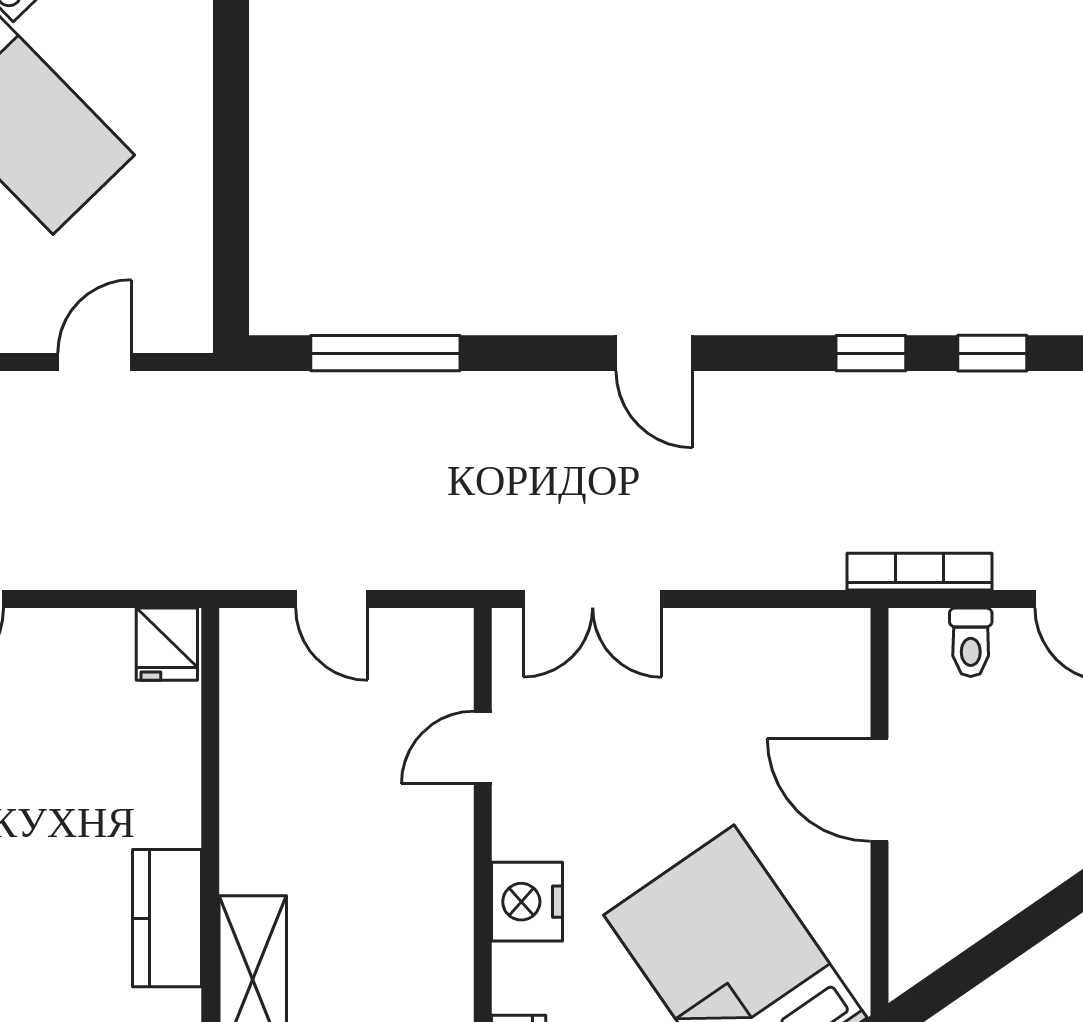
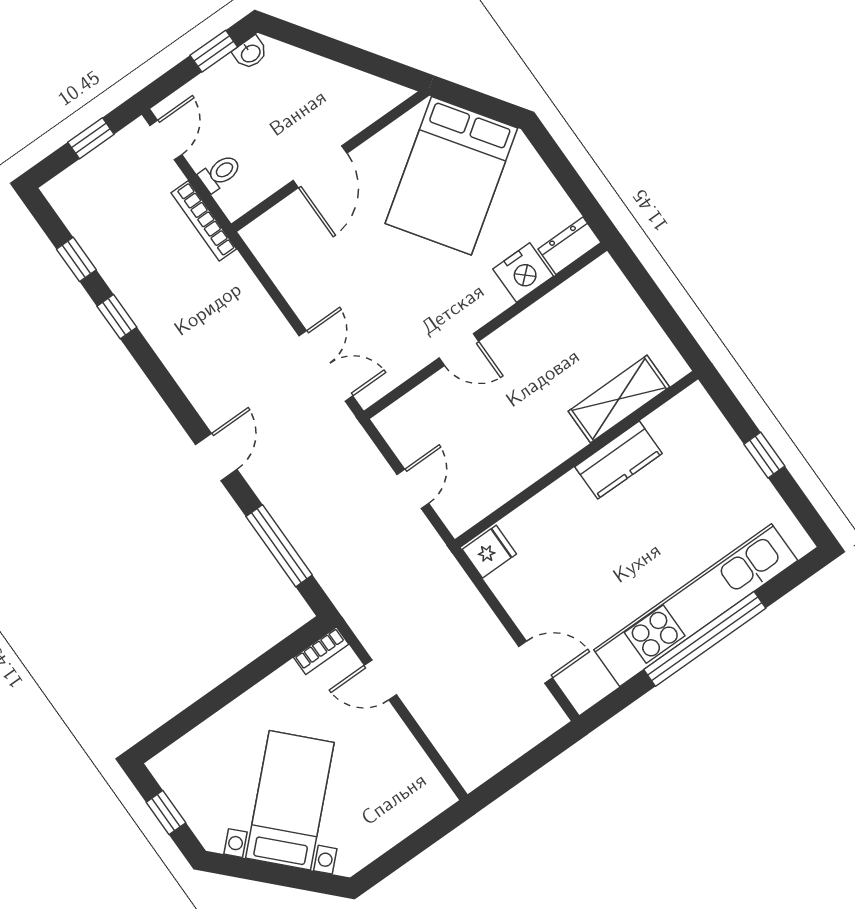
bookcase: (195, 307) -> (321, 651), added
door: (654, 353) -> (216, 457), moved
door: (483, 748) -> (459, 349), moved
nightstand: (527, 902) -> (523, 273), moved

